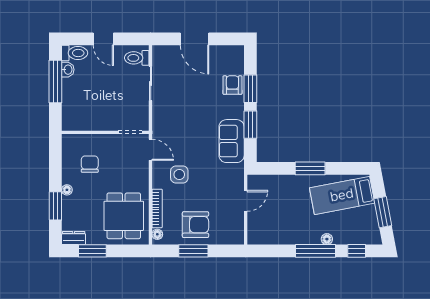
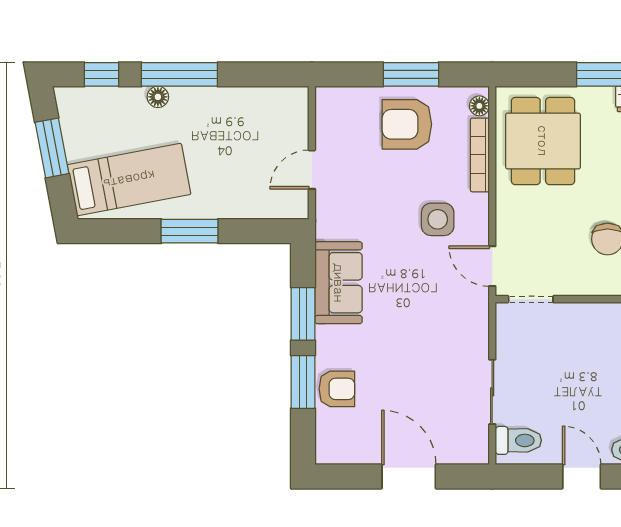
armchair: (232, 85) -> (337, 389), turned -90

